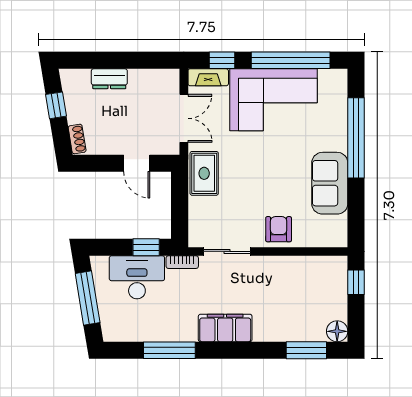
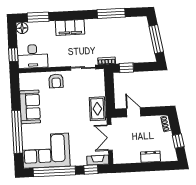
corner sofa: (274, 100) -> (46, 151), moved
desk: (137, 277) -> (33, 56), moved
filing cabinet: (225, 328) -> (70, 27), moved

